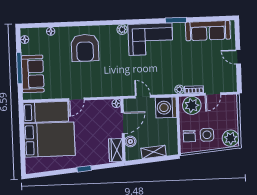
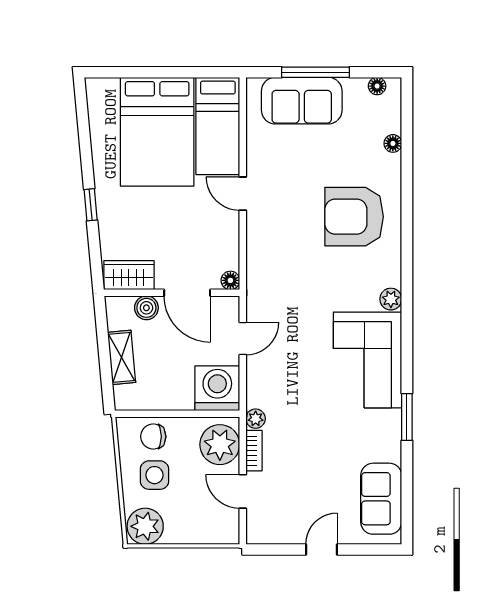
sofa: (208, 31) -> (381, 499), width x0.73

